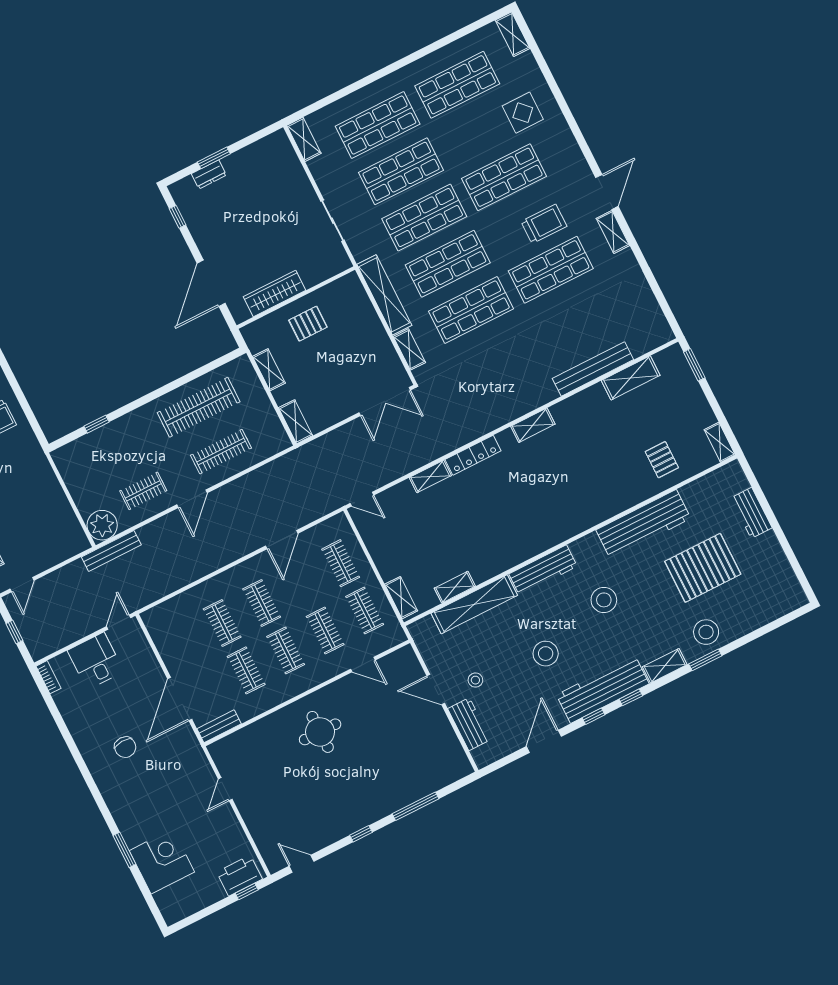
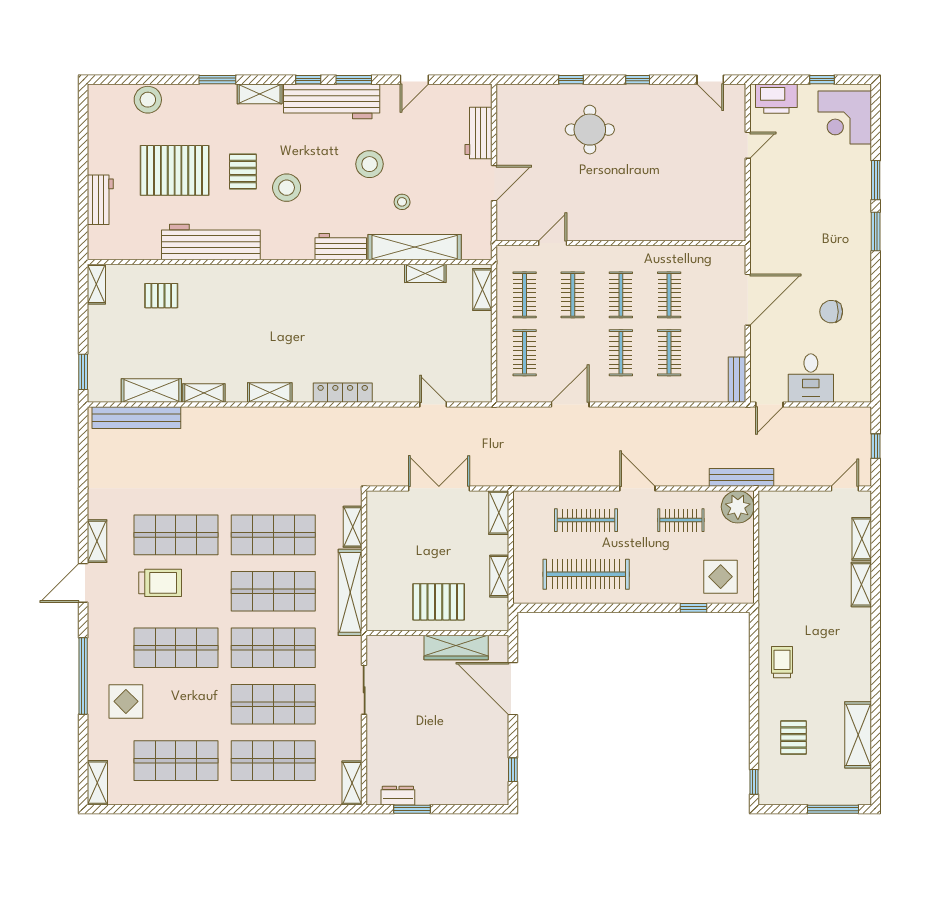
window: (568, 116) -> (83, 676), added
window: (214, 158) -> (412, 809), moved
dresser: (209, 174) -> (398, 796), moved
trolley: (544, 224) -> (160, 583), turned 180
door: (211, 283) -> (513, 689), swing flipped
pallet: (308, 324) -> (439, 602), width x1.50, depth x1.42
bench: (593, 369) -> (136, 418), moved
double door: (385, 401) -> (439, 488), moved
pallet: (662, 460) -> (161, 296), turned 90
display table: (87, 461) -> (721, 577), added
shelving: (430, 477) -> (204, 393), moved
door: (192, 499) -> (637, 488), hinge flipped
door: (362, 499) -> (433, 405), moved
workbench: (543, 570) -> (341, 247), width x0.73
pallet: (646, 595) -> (243, 172), added
stool: (706, 632) -> (148, 100), moved
door: (363, 665) -> (553, 243), hinge flipped
bookcase: (48, 677) -> (865, 385), removed
stool: (475, 680) -> (402, 202), moved
door: (436, 690) -> (494, 183), hinge flipped
window: (594, 716) -> (354, 80), width x1.50
bench: (219, 726) -> (737, 380), moved, turned 90
round table: (320, 732) -> (590, 130), moved
door: (544, 741) -> (414, 80), width x0.73
chair: (125, 747) -> (831, 312), moved, turned -87
door: (225, 789) -> (748, 145), moved
window: (415, 806) -> (571, 80), width x0.46
window: (103, 808) -> (876, 232), added
corner desk: (162, 861) -> (845, 117), moved
window: (247, 891) -> (822, 80), moved

